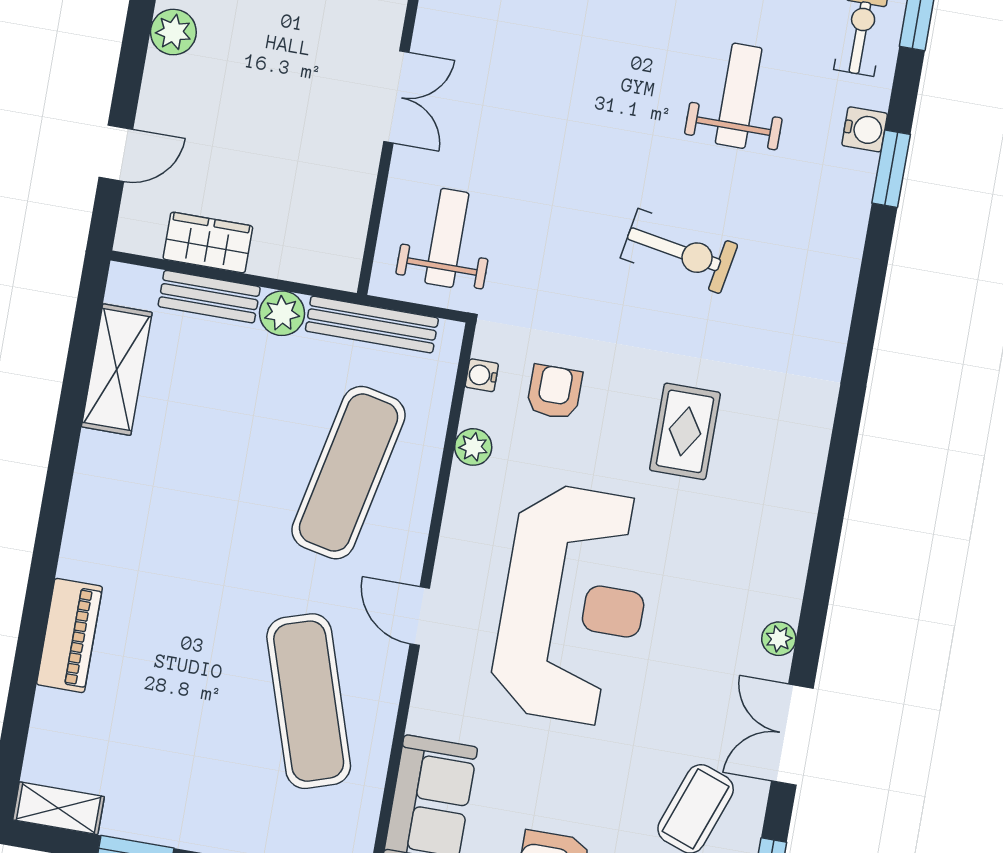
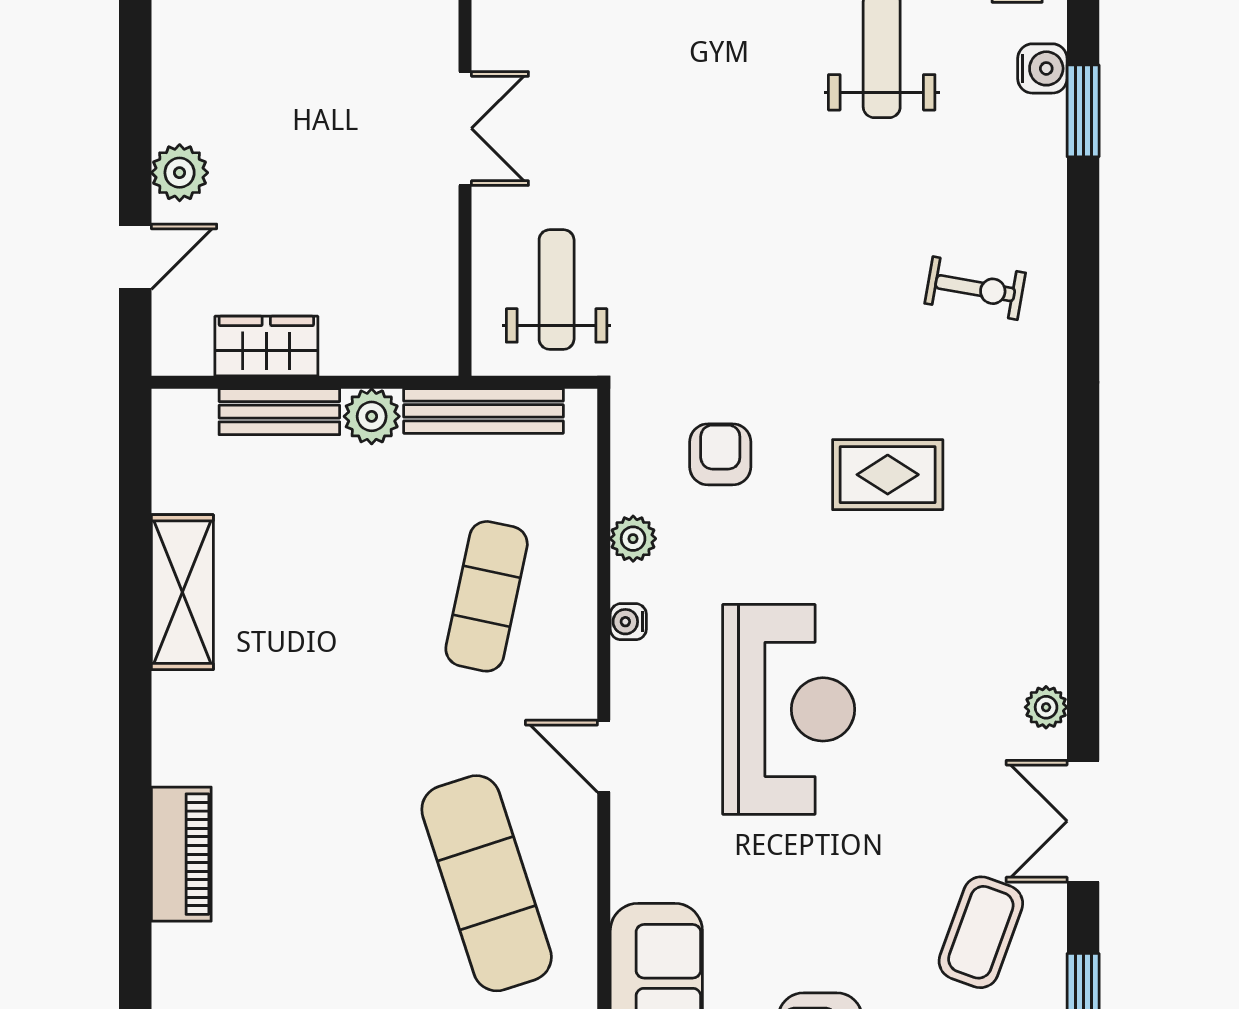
plant: (173, 32) -> (180, 173), moved
exercise bike: (679, 251) -> (975, 288), moved, width x0.73, depth x0.72
shelving: (117, 370) -> (182, 592), moved
water cooler: (482, 375) -> (628, 622), moved
rug: (685, 431) -> (888, 475), turned 90
exercise mat: (349, 473) -> (487, 596), width x0.73, depth x0.69
reception desk: (573, 605) -> (789, 709), width x0.74, depth x0.77

